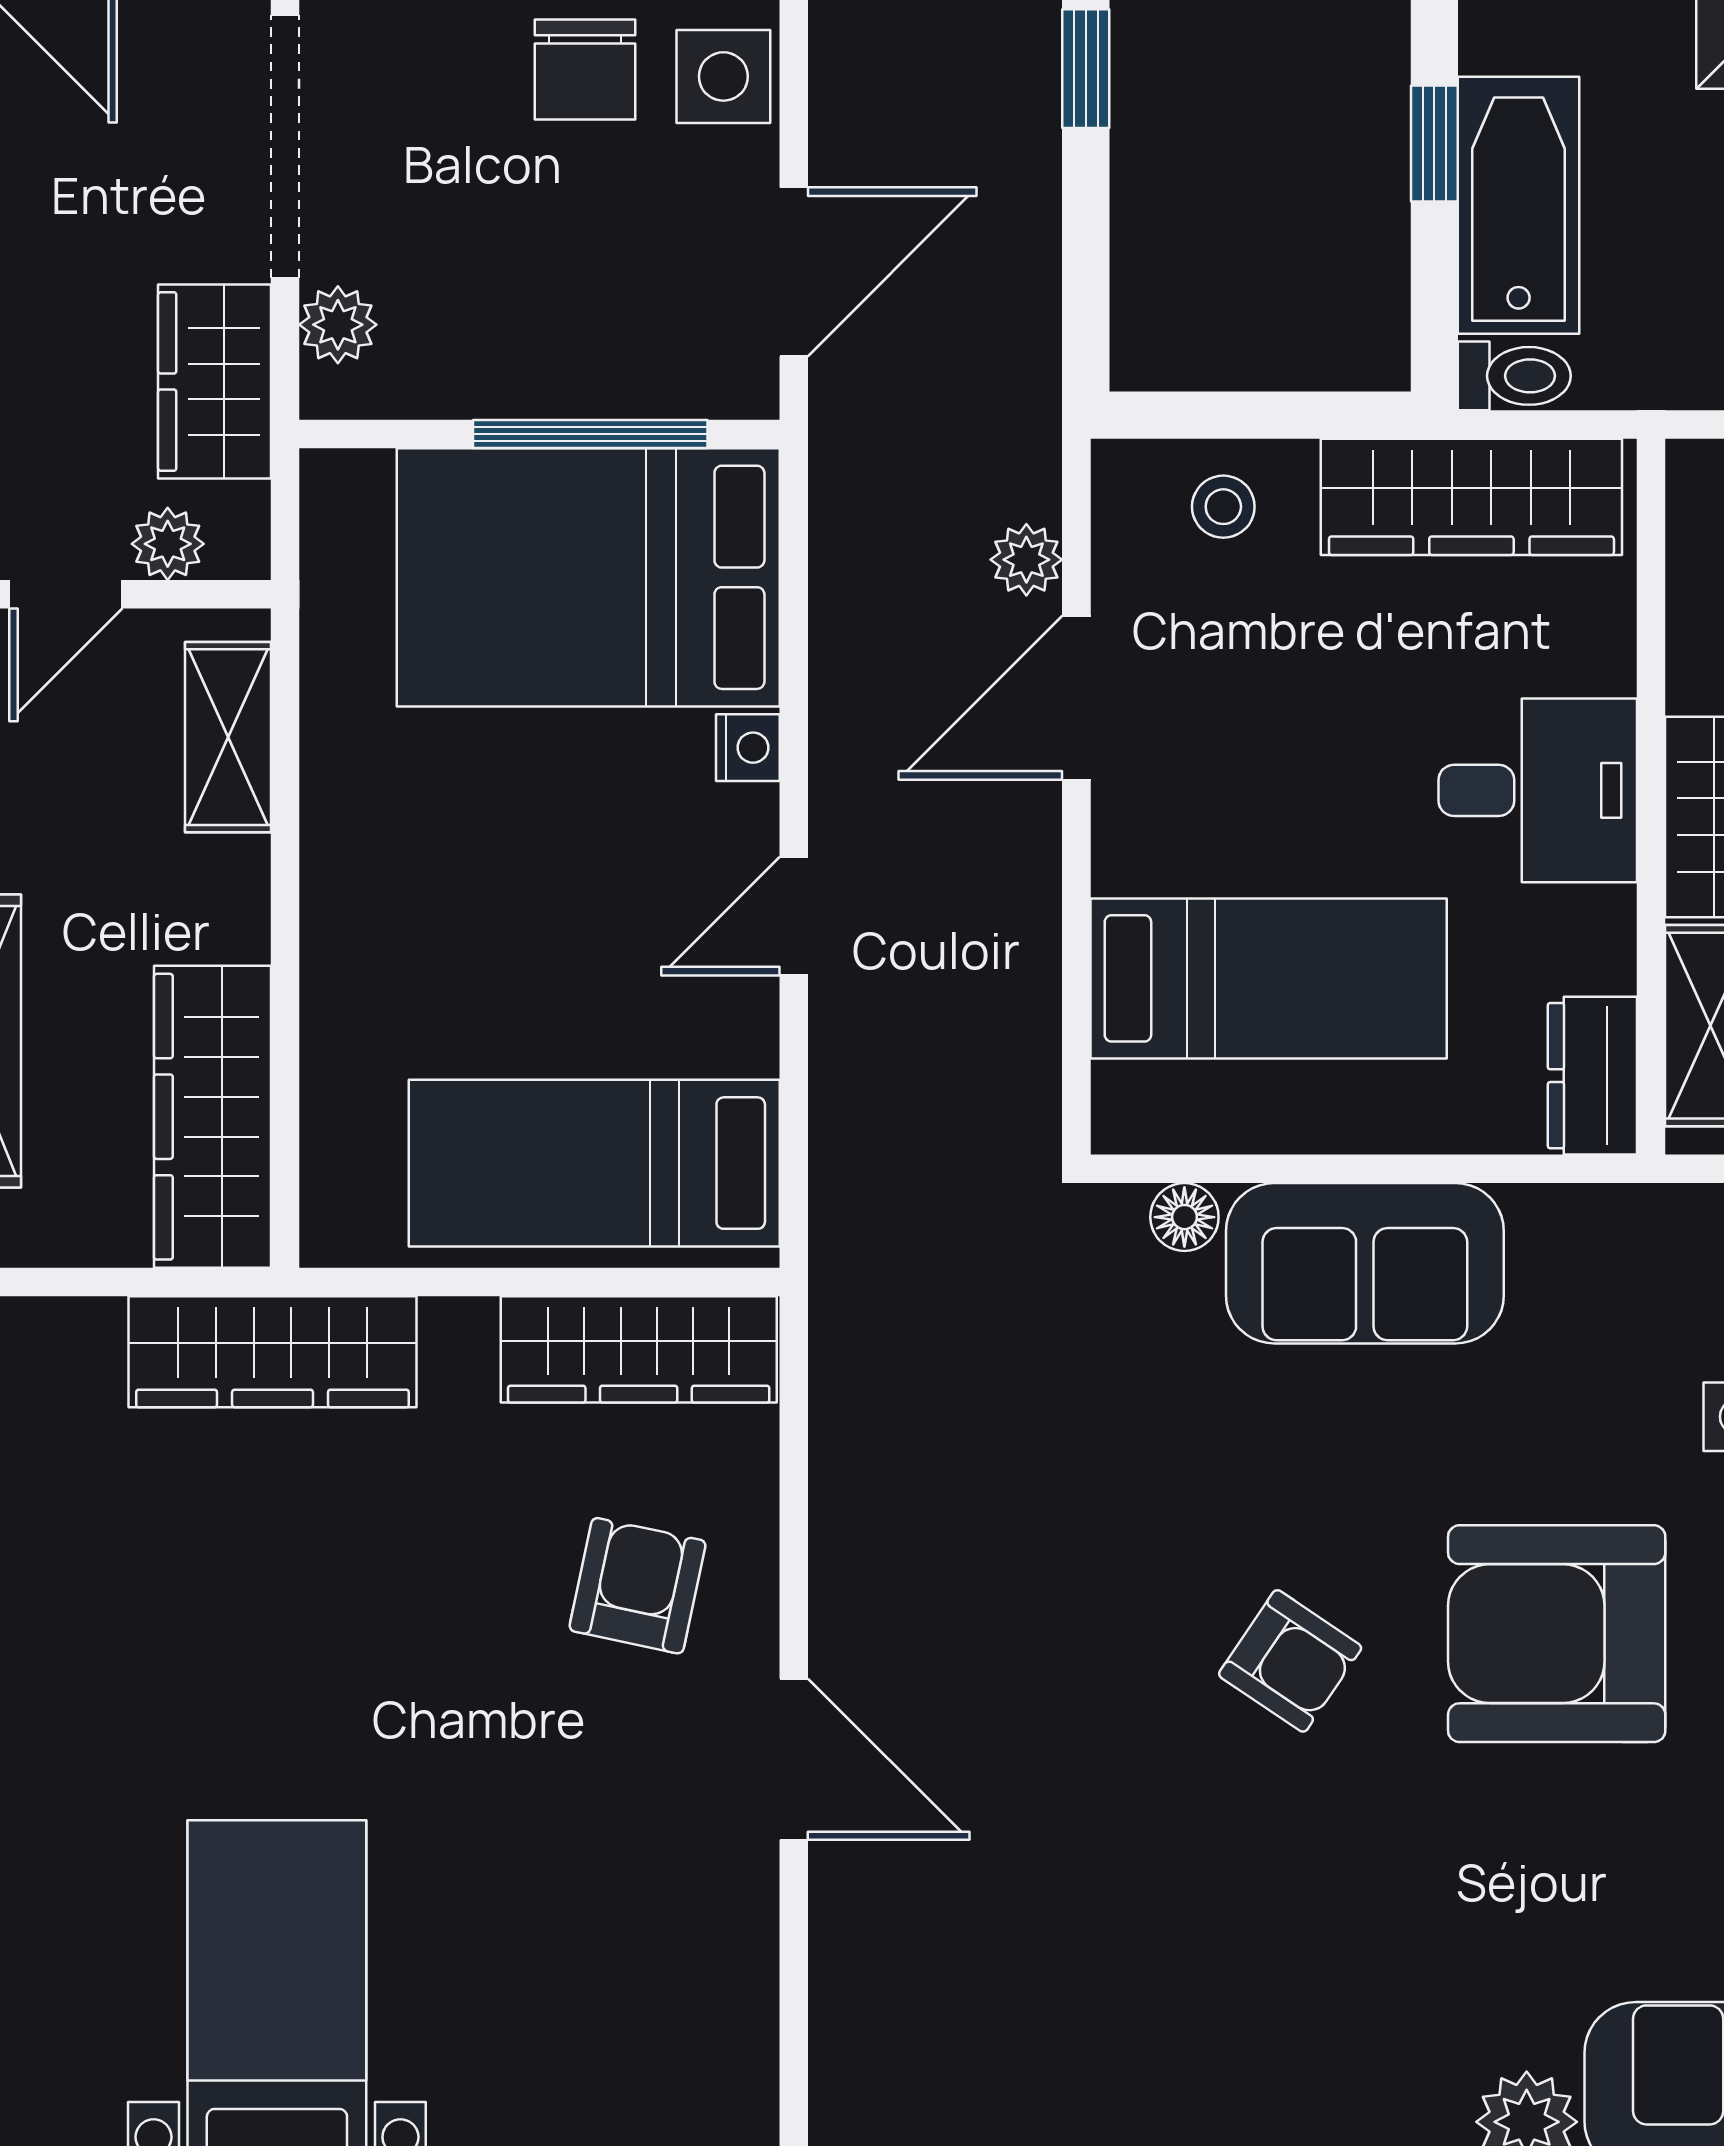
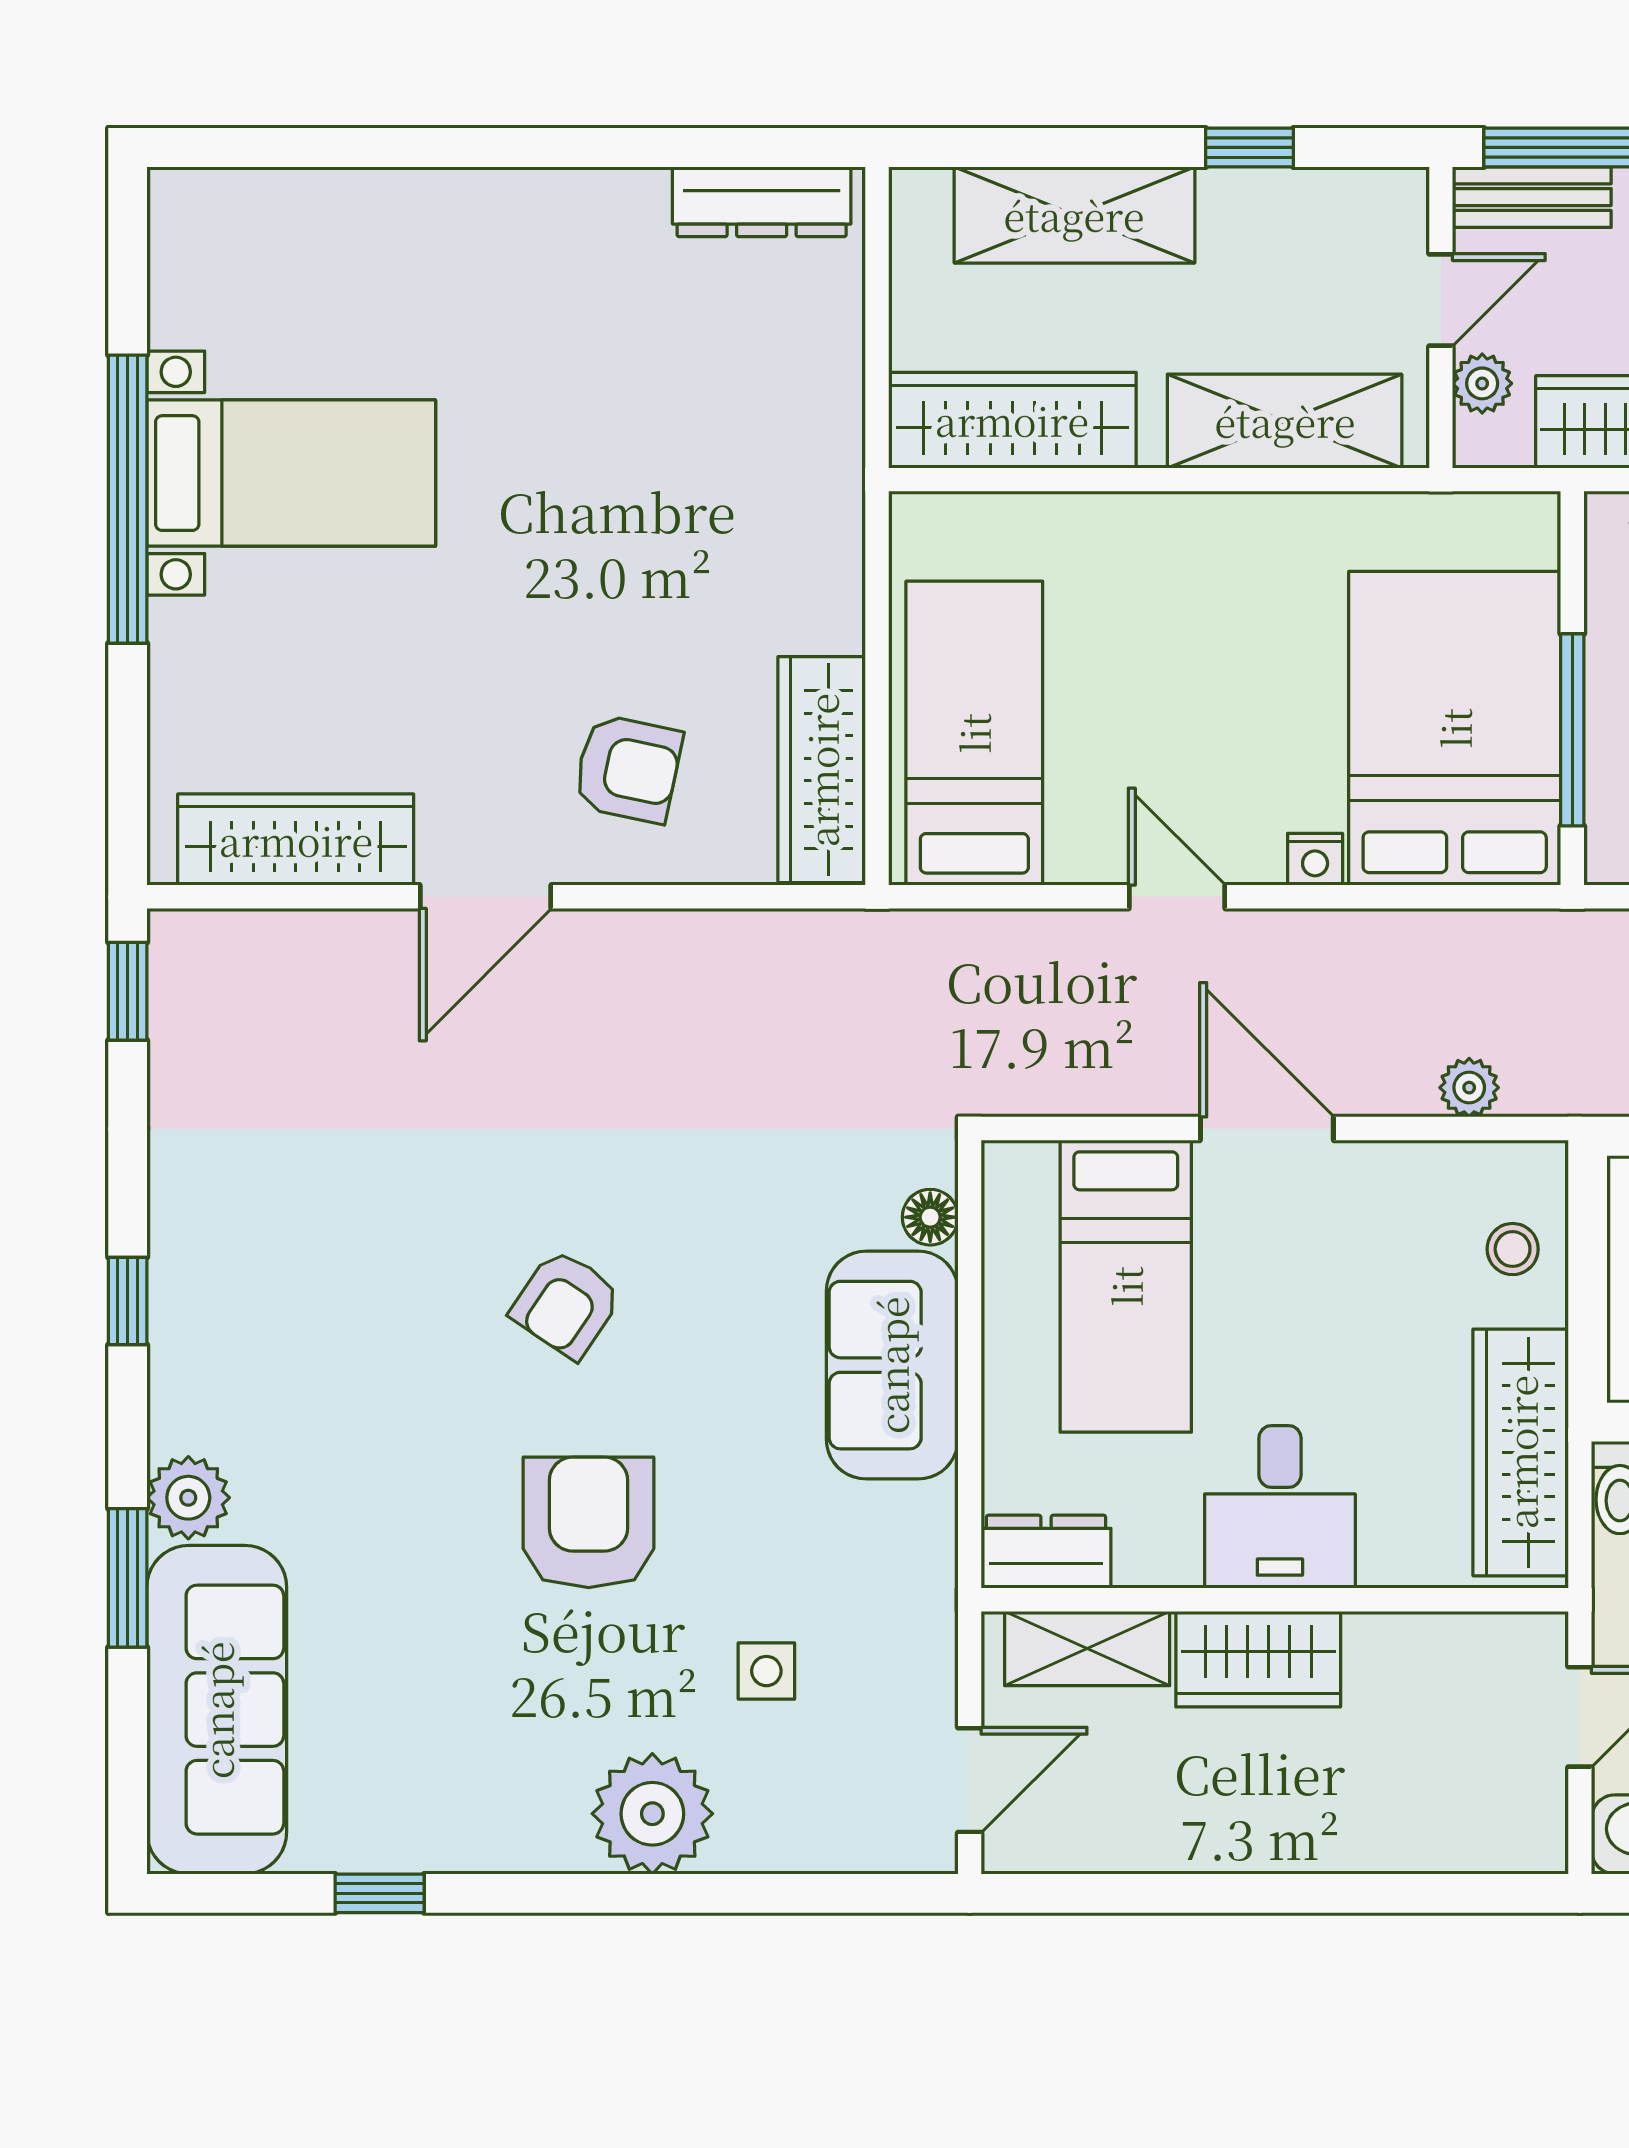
door: (66, 594) -> (1441, 300), swing flipped
door: (1076, 698) -> (1267, 1129), moved
shelving: (228, 737) -> (1285, 421), width x1.50, depth x1.33
wardrobe: (272, 1352) -> (296, 840), moved, turned 90
armchair: (1557, 1634) -> (589, 1522), width x0.73, depth x0.73

